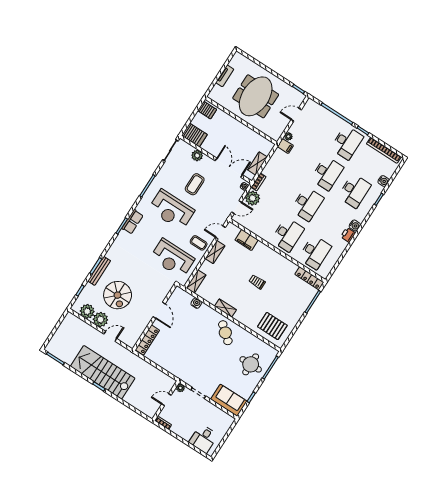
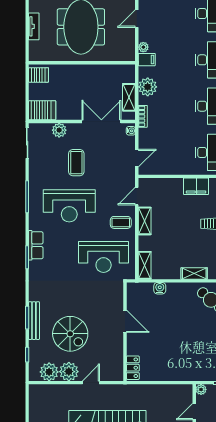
plant: (253, 198) -> (148, 87), moved
filing cabinet: (247, 240) -> (196, 186), moved
locker: (147, 340) -> (133, 368), width x0.66

